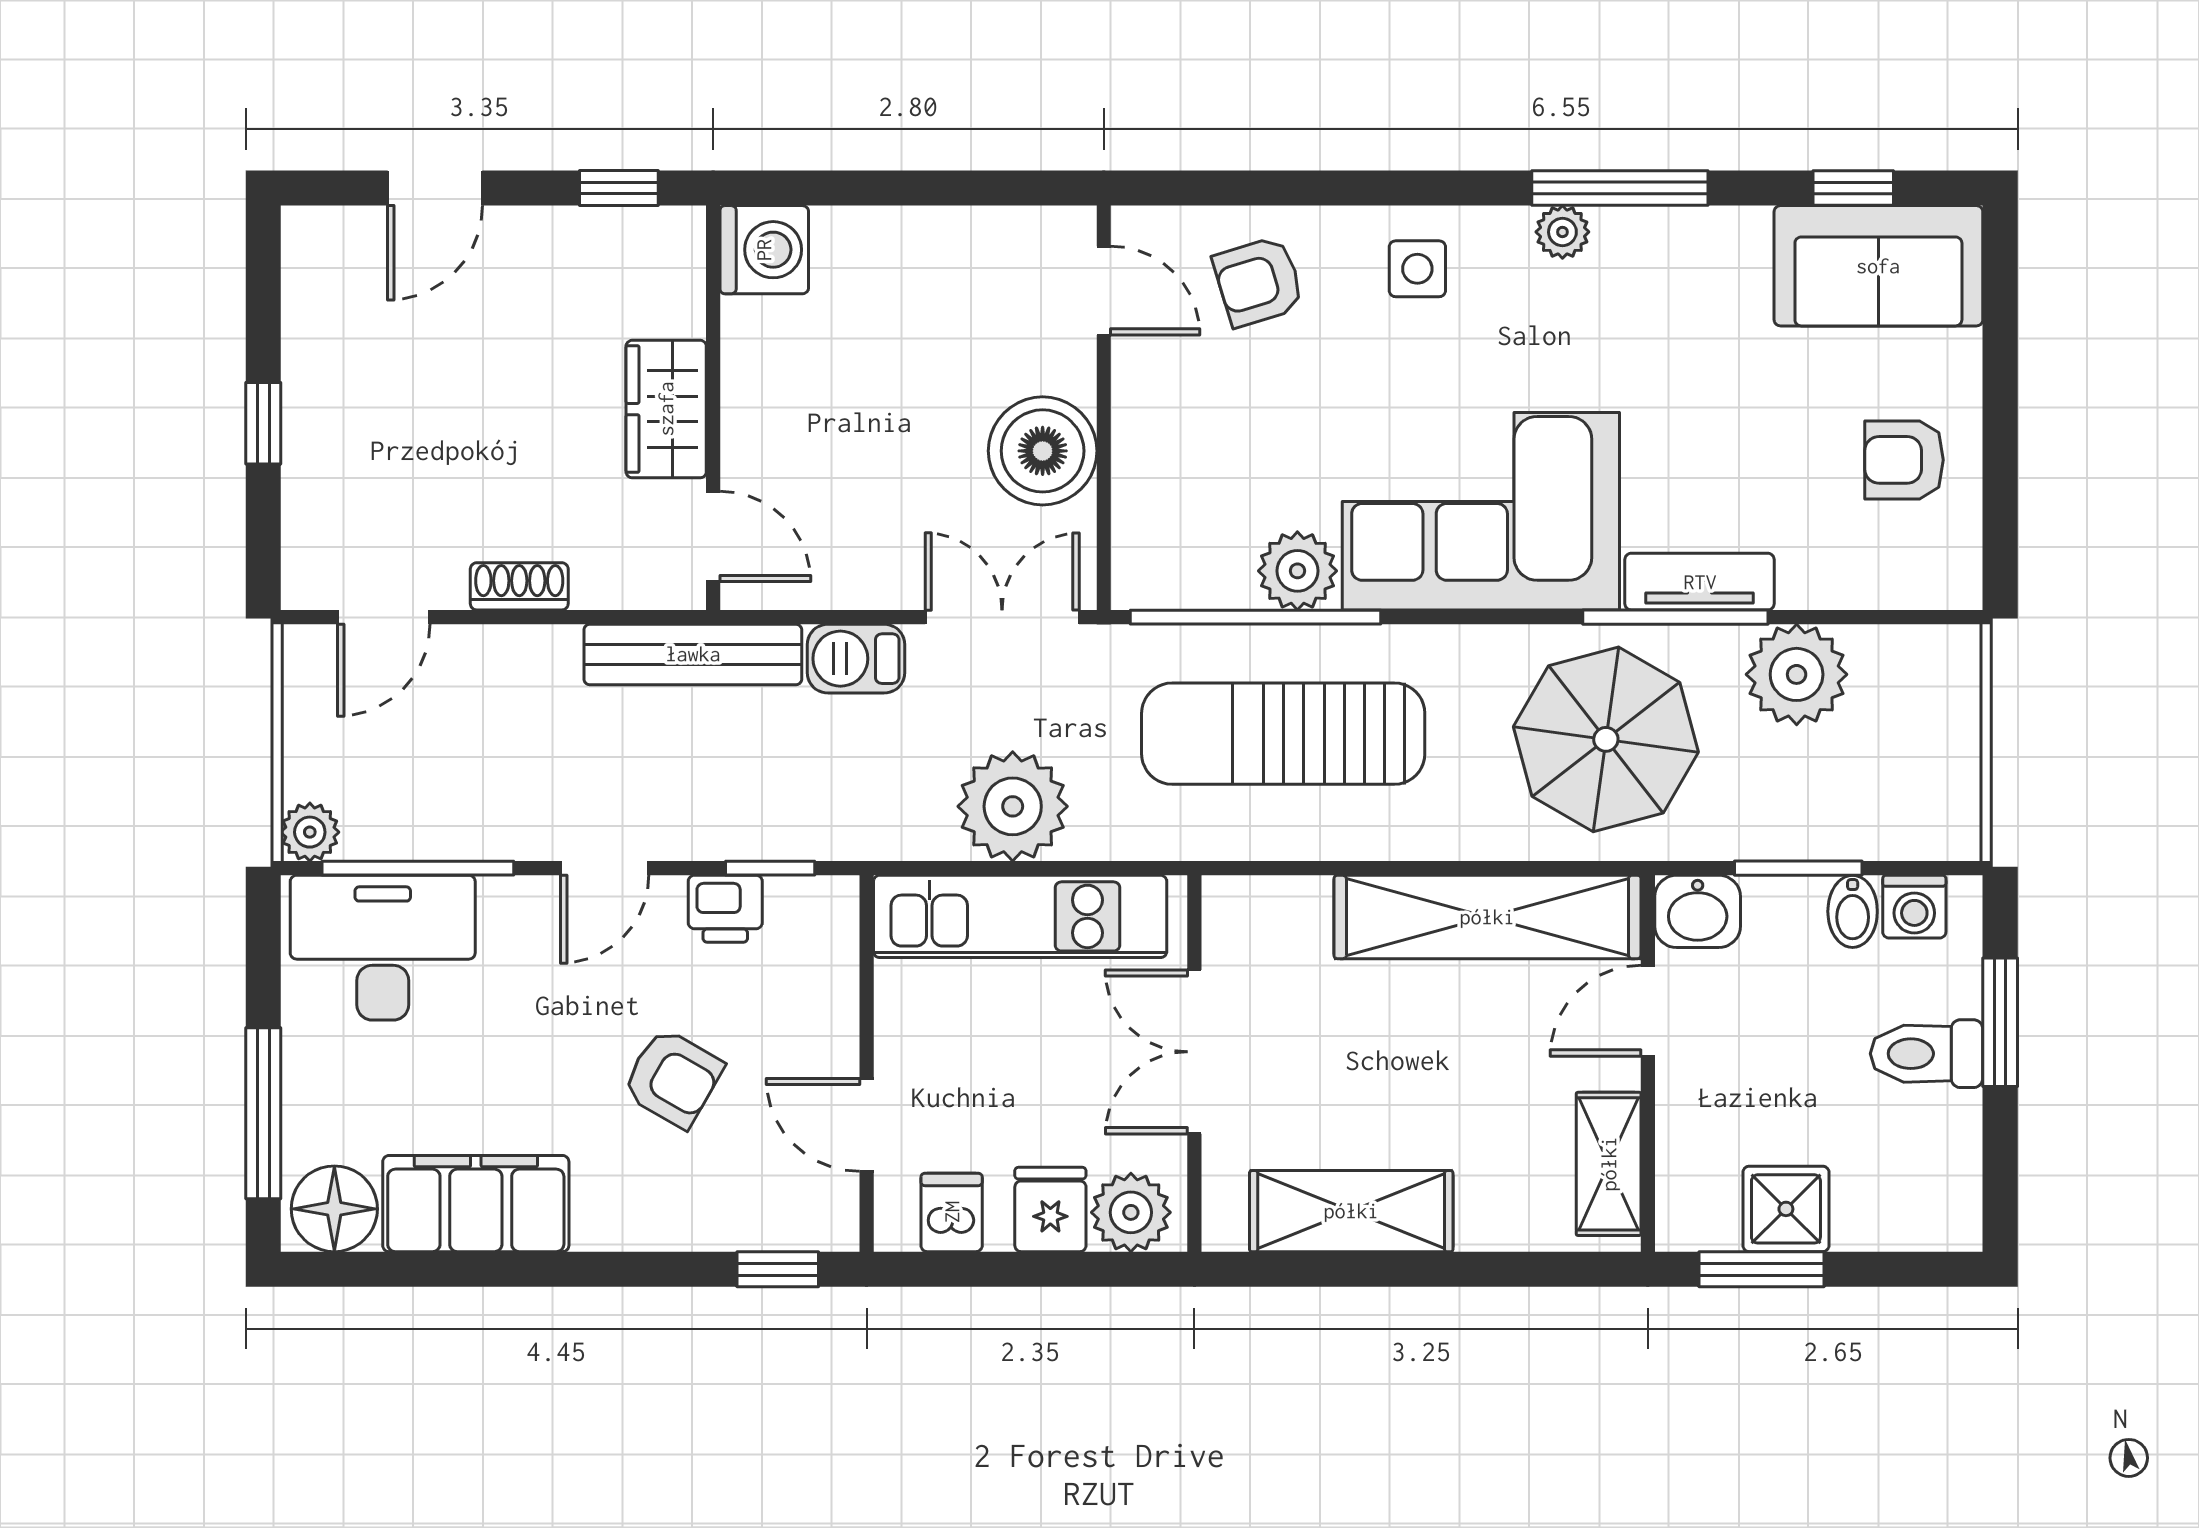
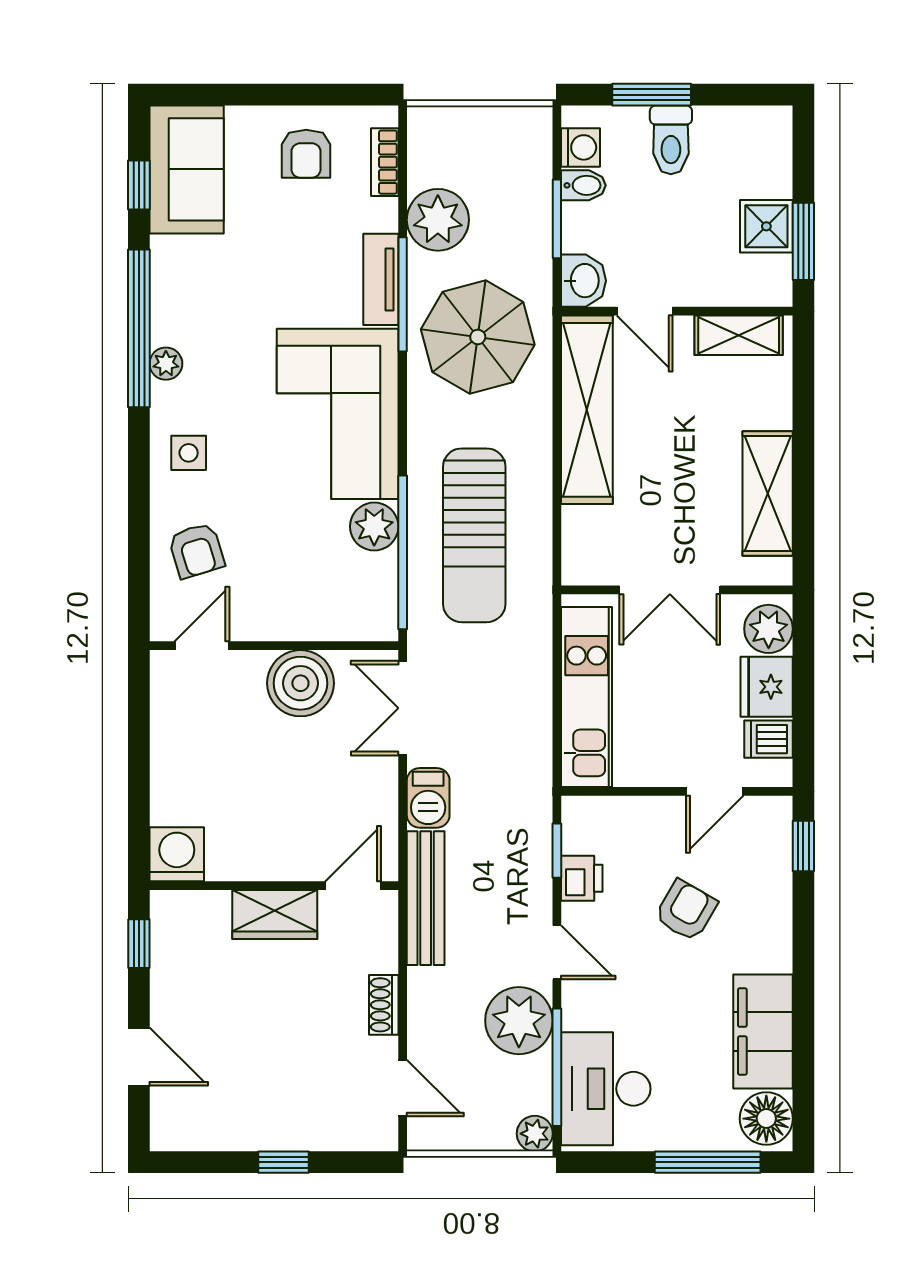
window: (1620, 188) -> (139, 328), width x1.46
bookcase: (1890, 588) -> (385, 162), added
plant: (1013, 806) -> (519, 1021), moved
fridge: (1050, 1210) -> (767, 687), width x1.38

